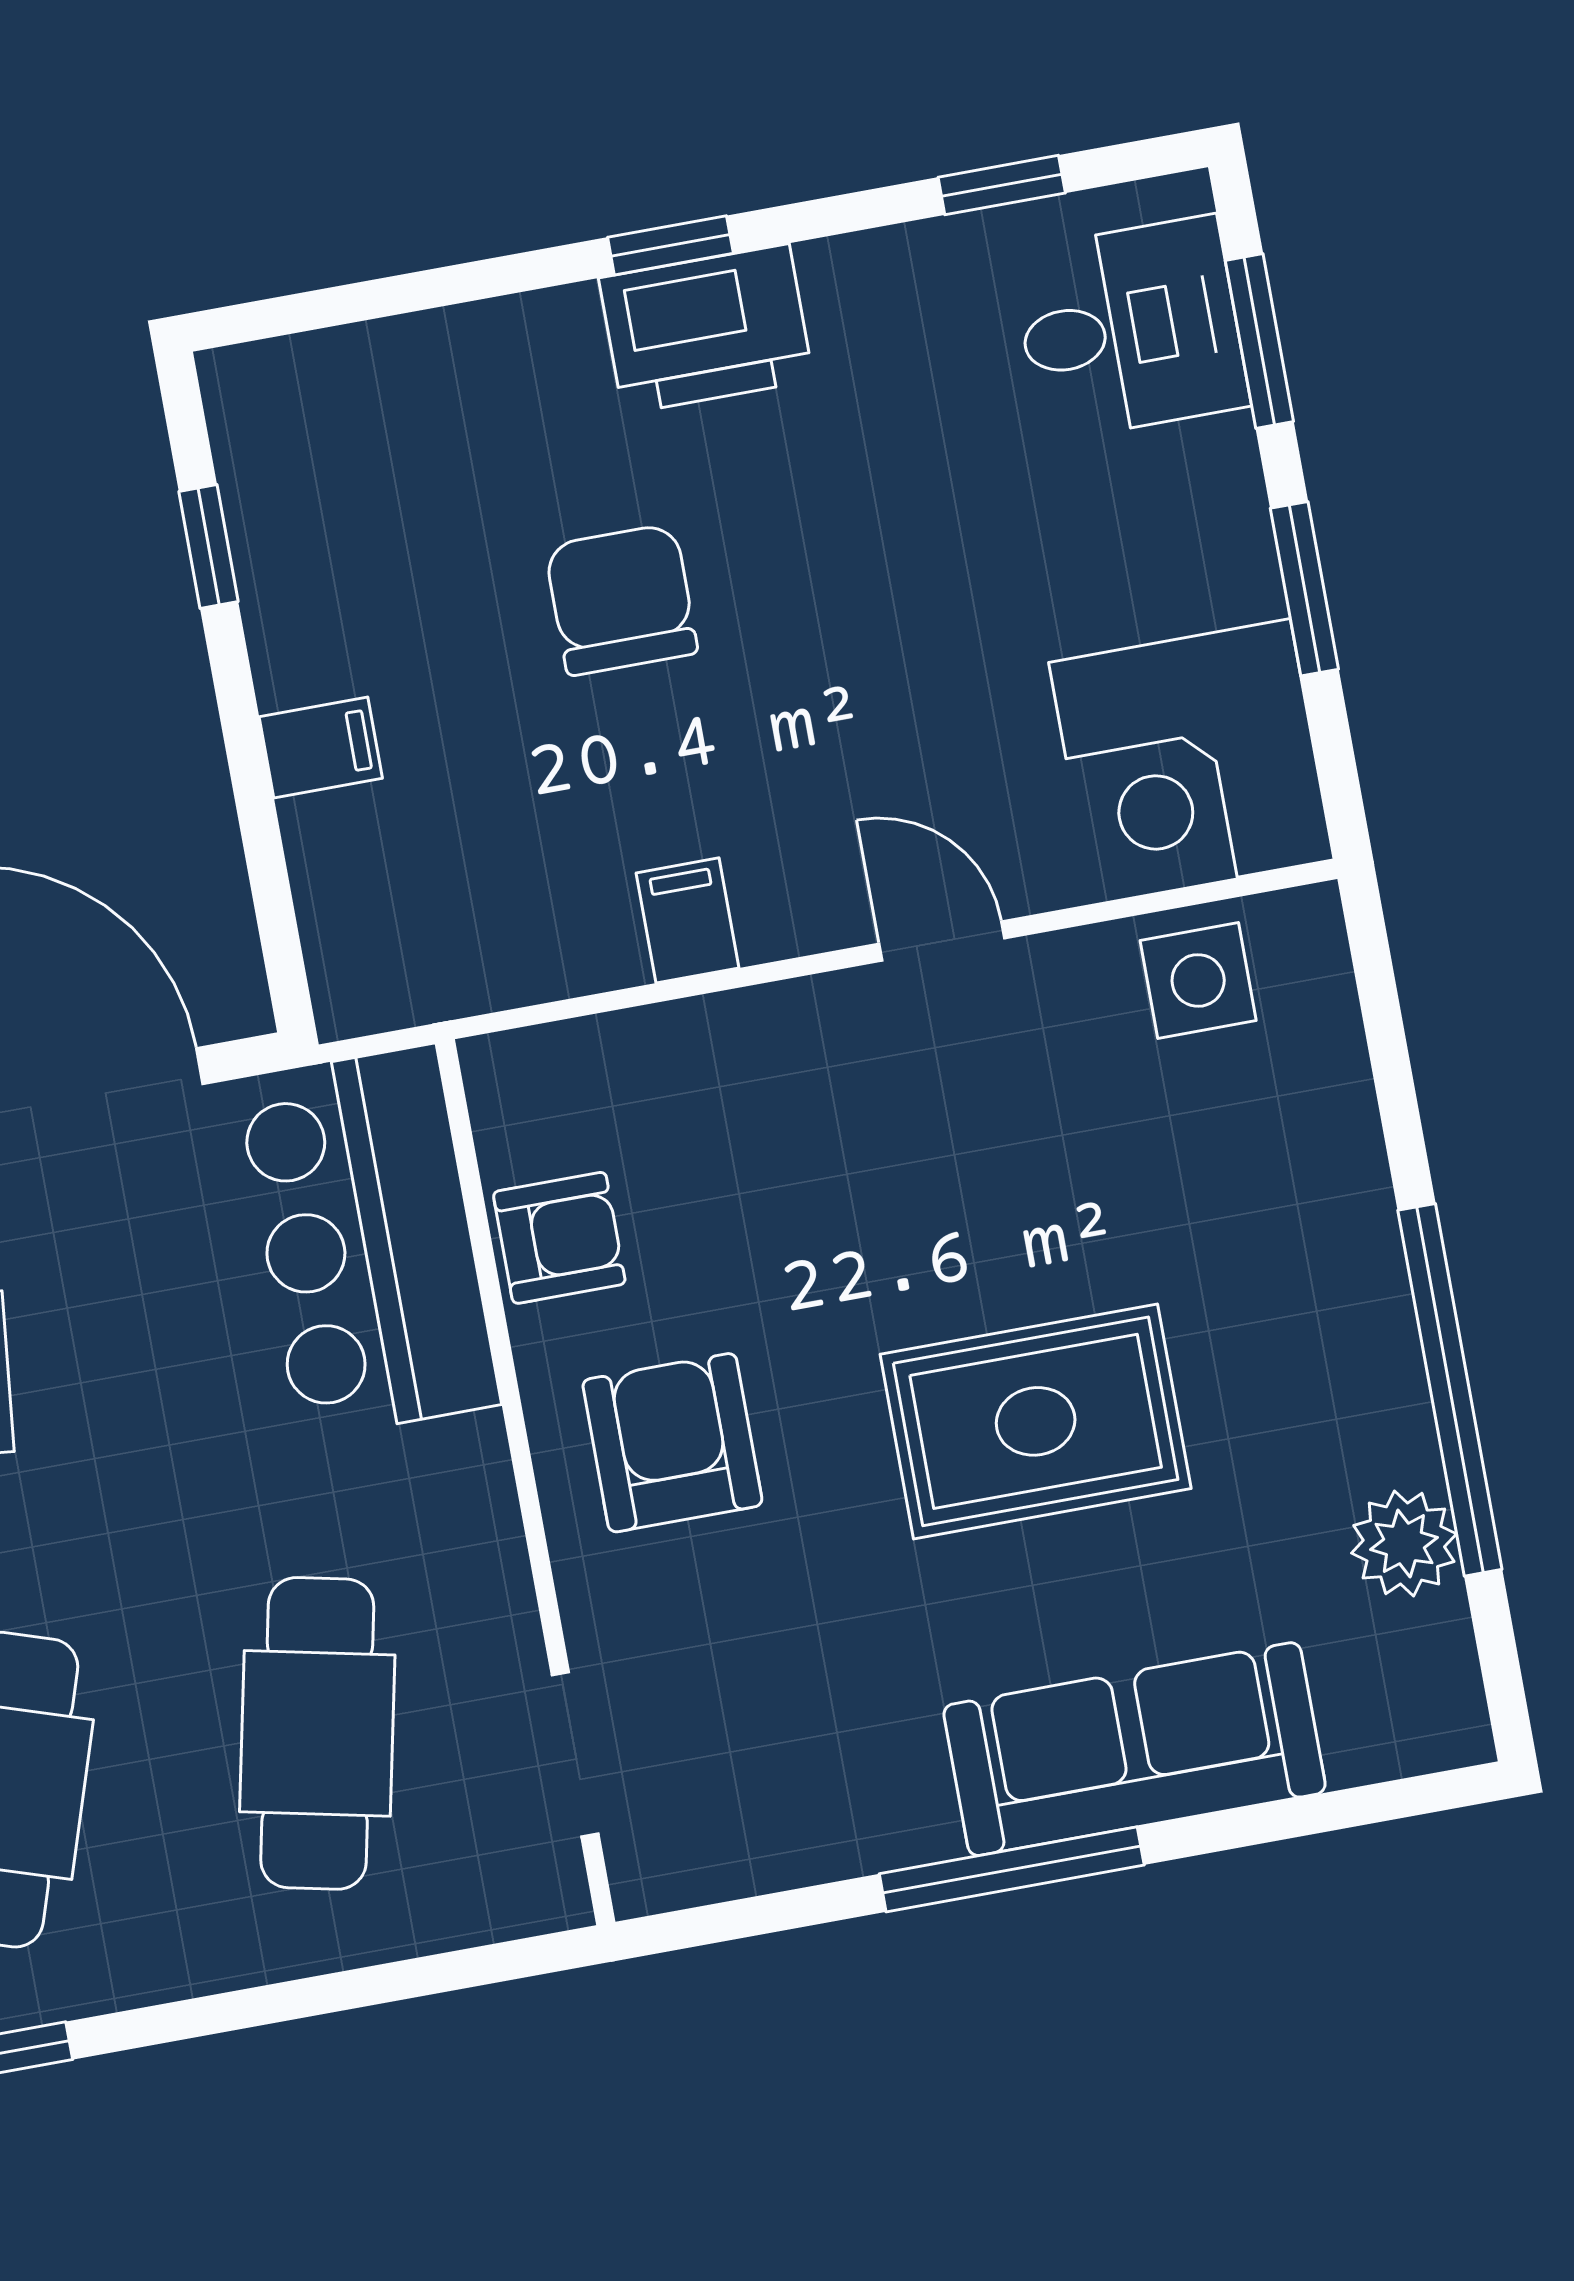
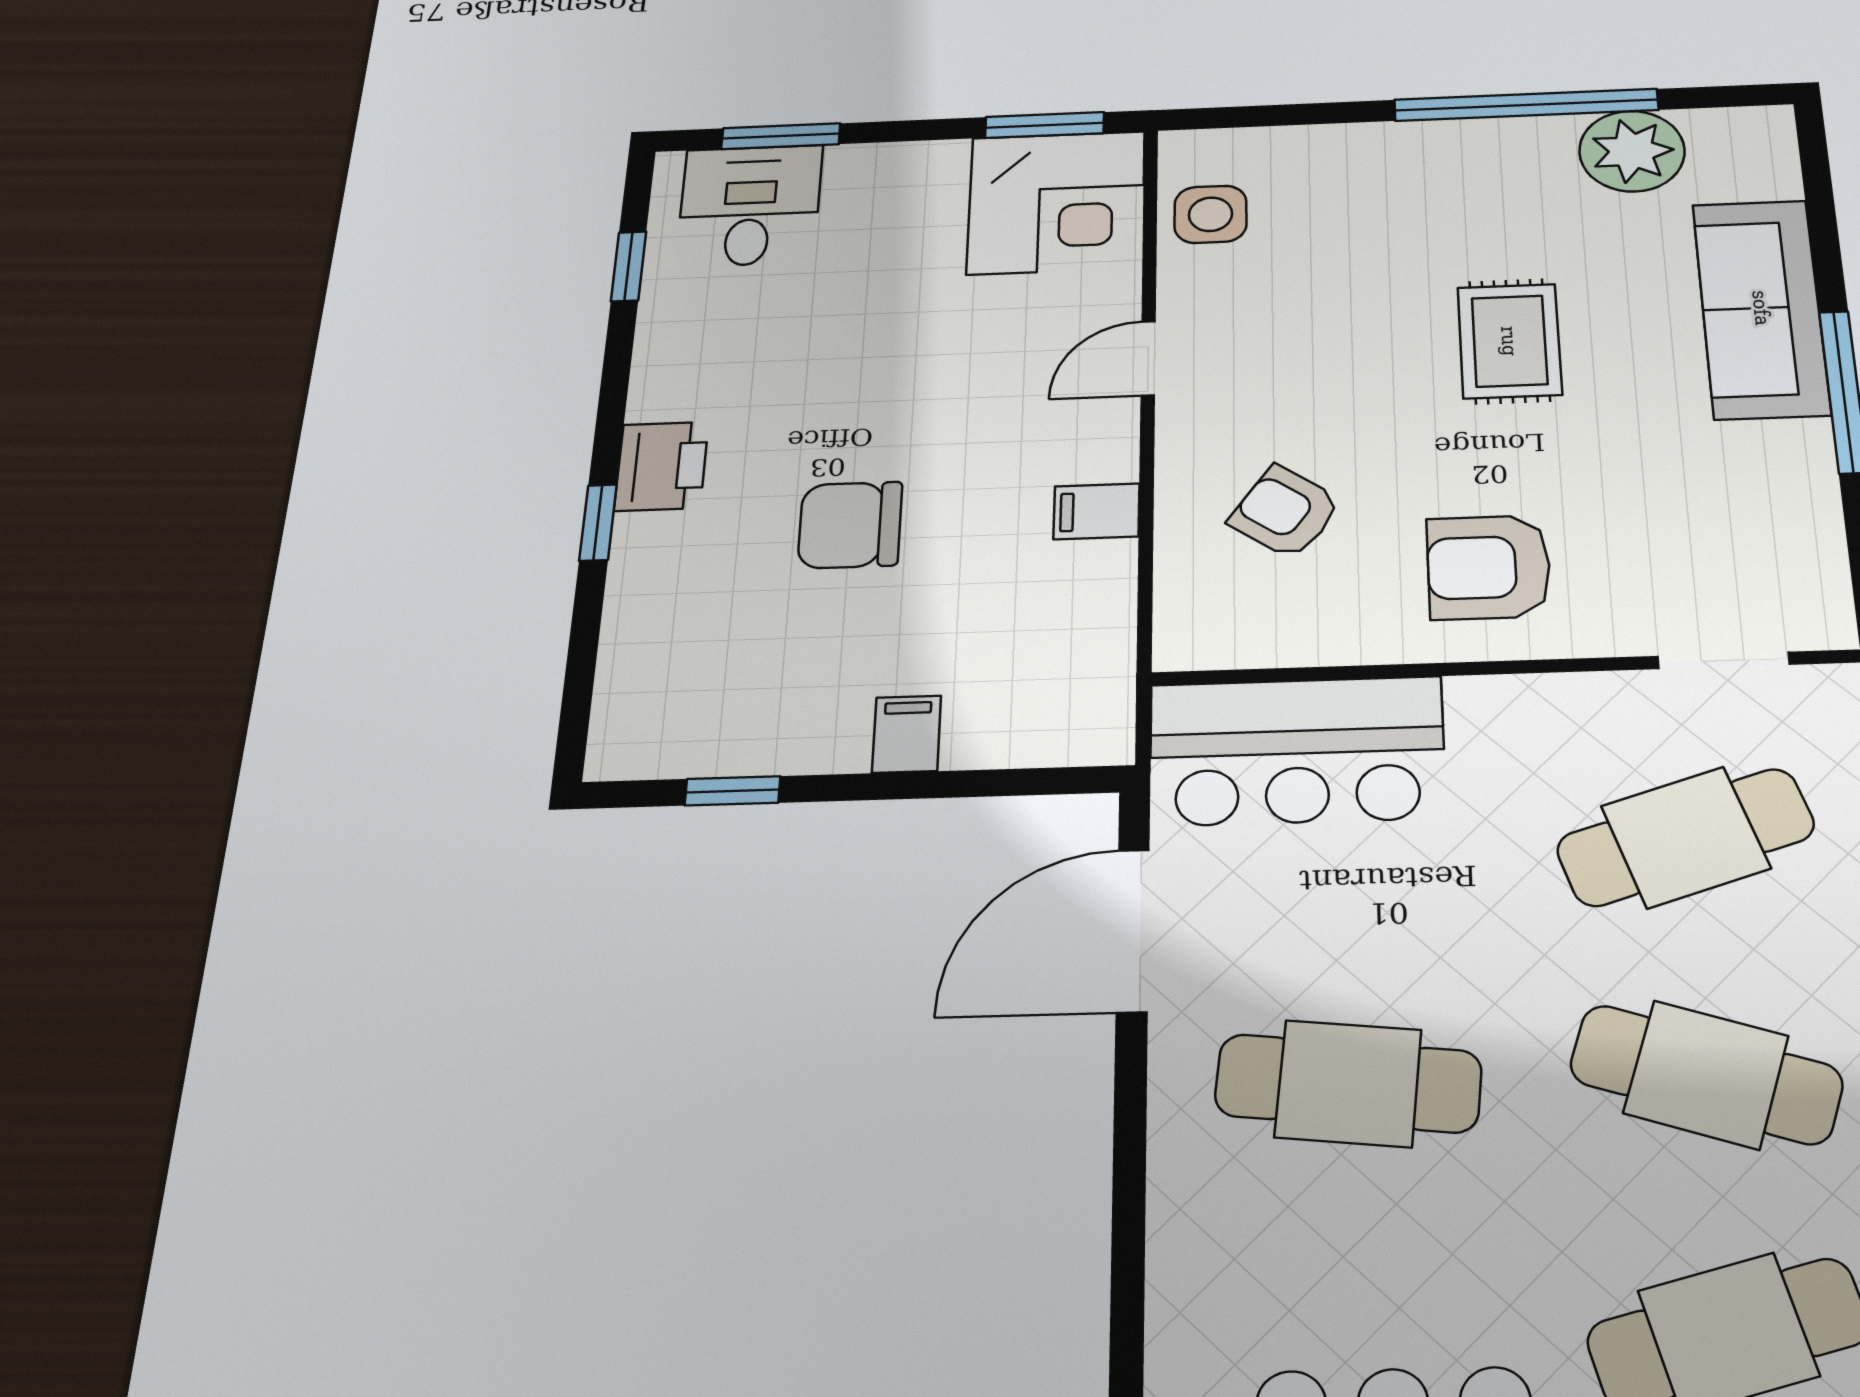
window: (670, 245) -> (598, 523), moved
printer: (706, 329) -> (661, 466), width x0.73, depth x0.84
window: (1304, 589) -> (1045, 125), moved
armchair: (559, 1238) -> (1285, 512), moved, turned -55
rug: (1036, 1421) -> (1509, 341), width x0.73, depth x0.70
plant: (1404, 1543) -> (1632, 151), width x1.36, depth x1.36
cafe table: (317, 1733) -> (1686, 837), turned -30

